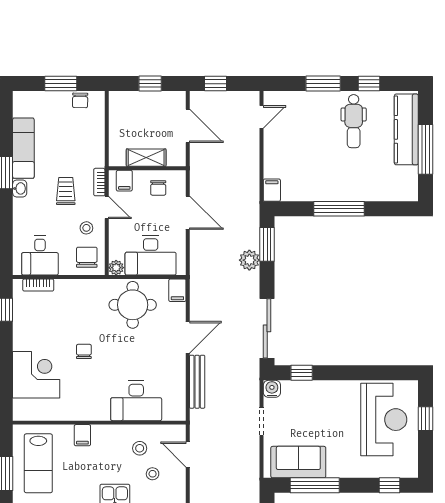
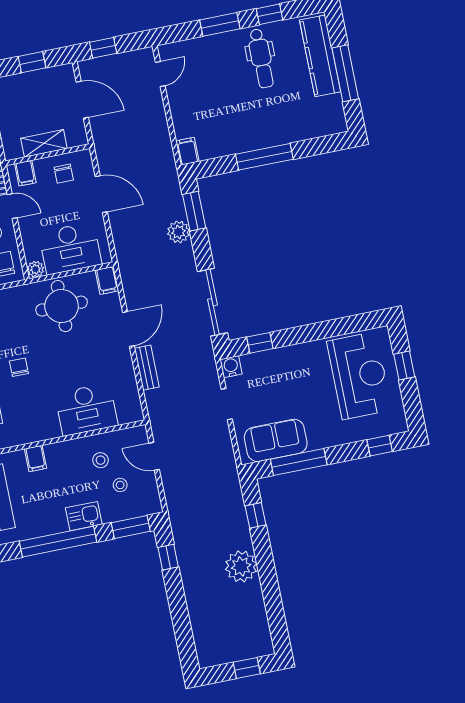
bench: (197, 382) -> (147, 368), width x0.73

